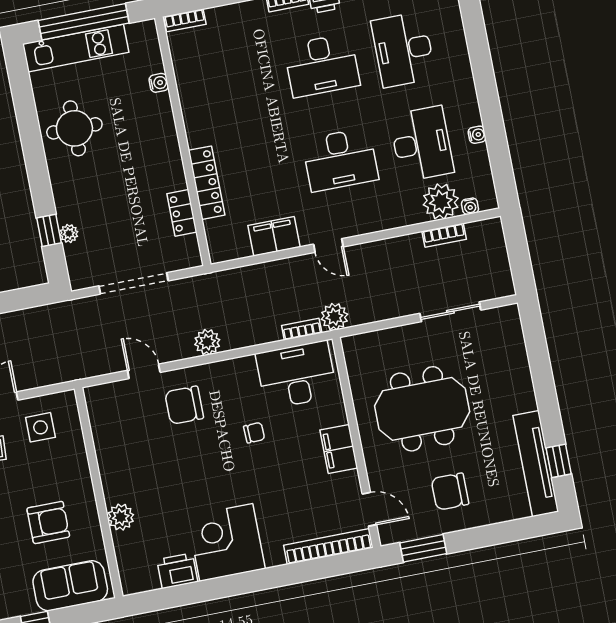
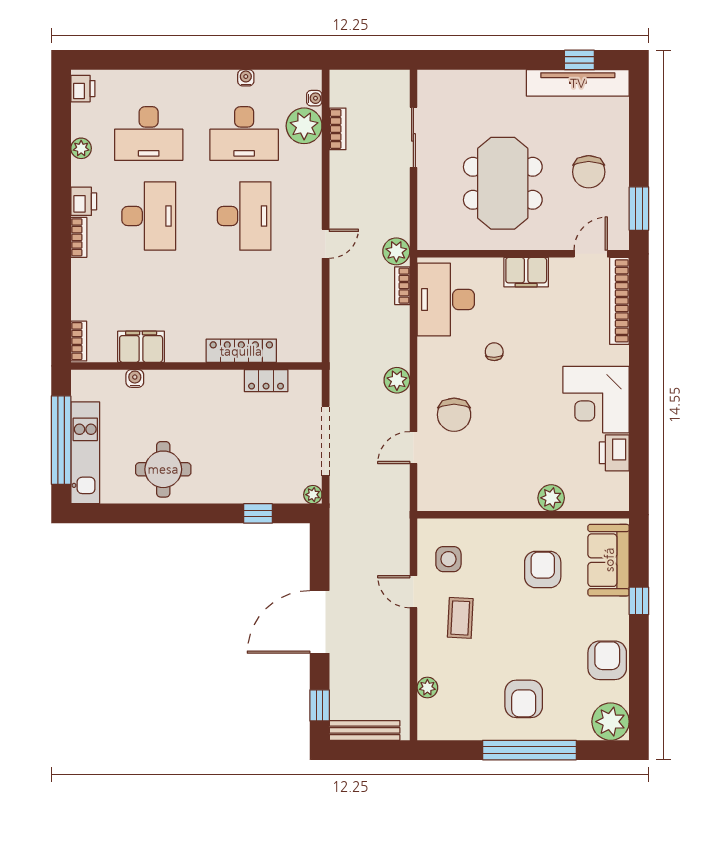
desk: (422, 144) -> (244, 134), turned 180
plant: (69, 233) -> (313, 495), moved
filing cabinet: (274, 236) -> (141, 347), moved, turned 90

